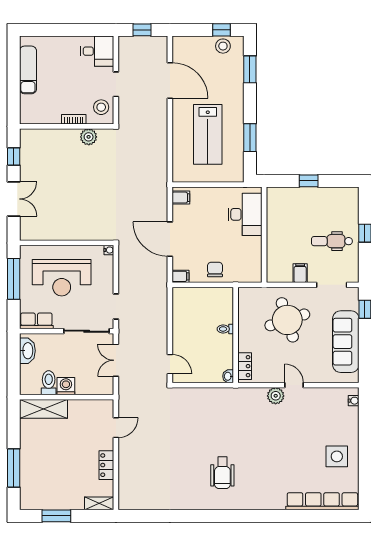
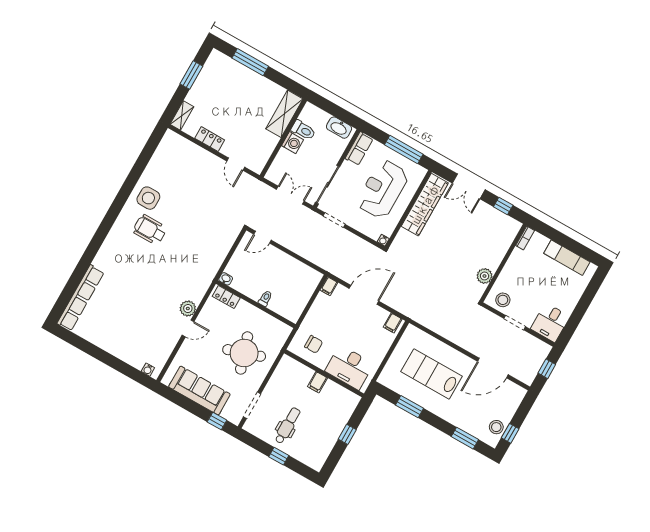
bookcase: (74, 119) -> (525, 238), moved
wardrobe: (54, 230) -> (425, 205), added
chair: (215, 269) -> (314, 344), moved
filing cabinet: (300, 273) -> (317, 382), moved, turned 90
side table: (337, 456) -> (148, 198), moved

